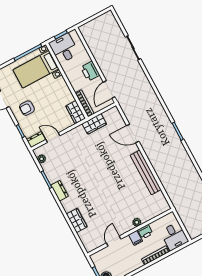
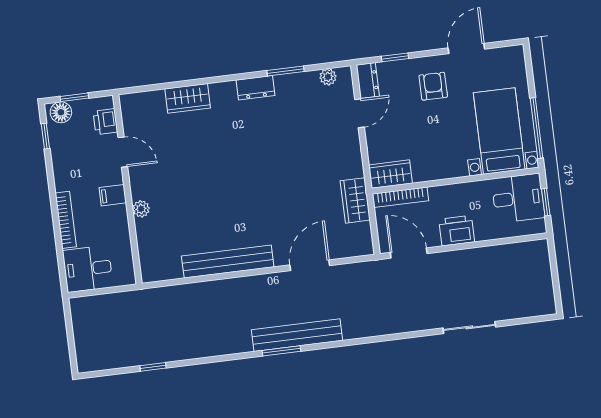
bench: (168, 127) -> (297, 335), added
printer: (145, 232) -> (105, 122), moved

